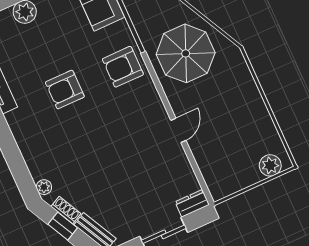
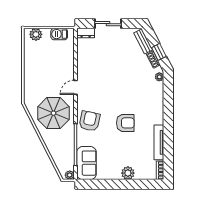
armchair: (123, 67) -> (89, 121), turned -78
door: (178, 130) -> (76, 87), moved
barbecue: (233, 183) -> (59, 34), added

